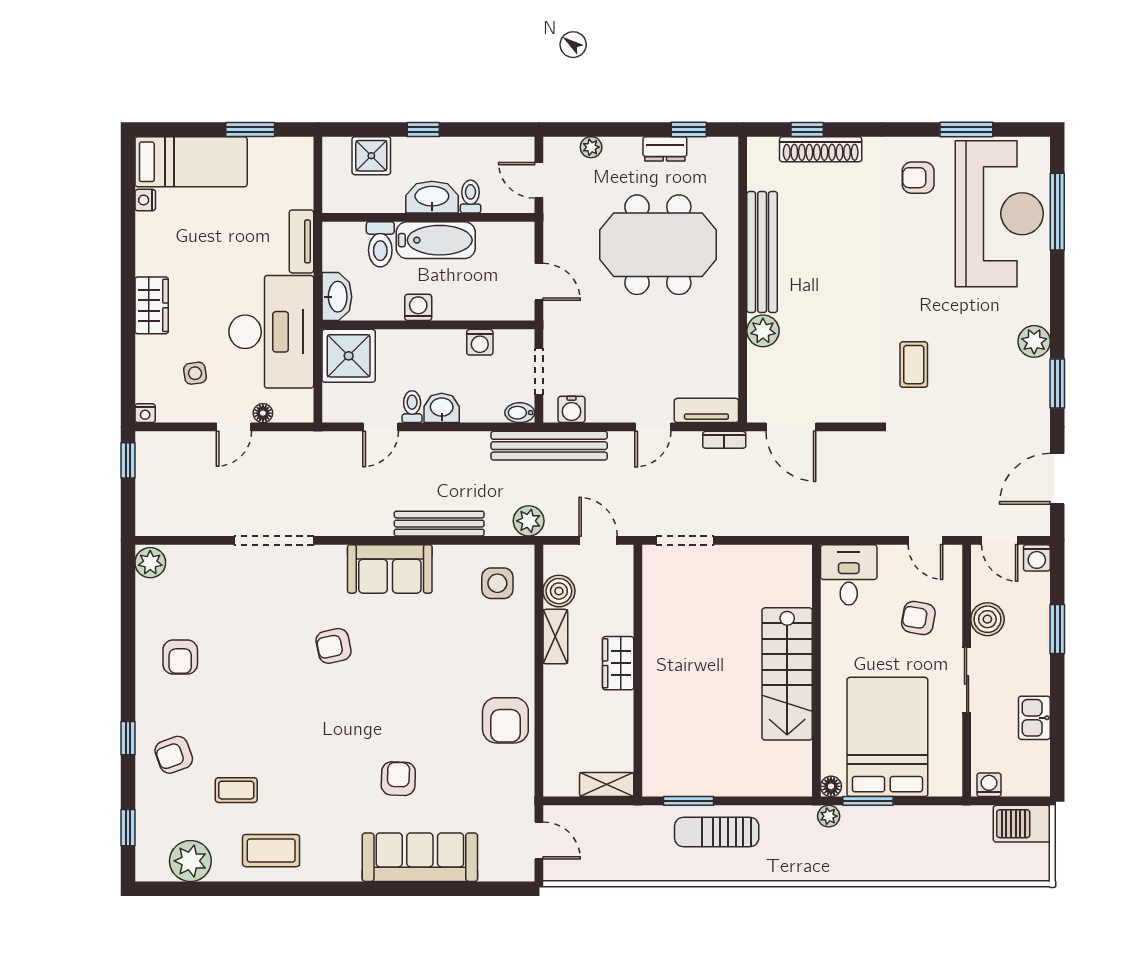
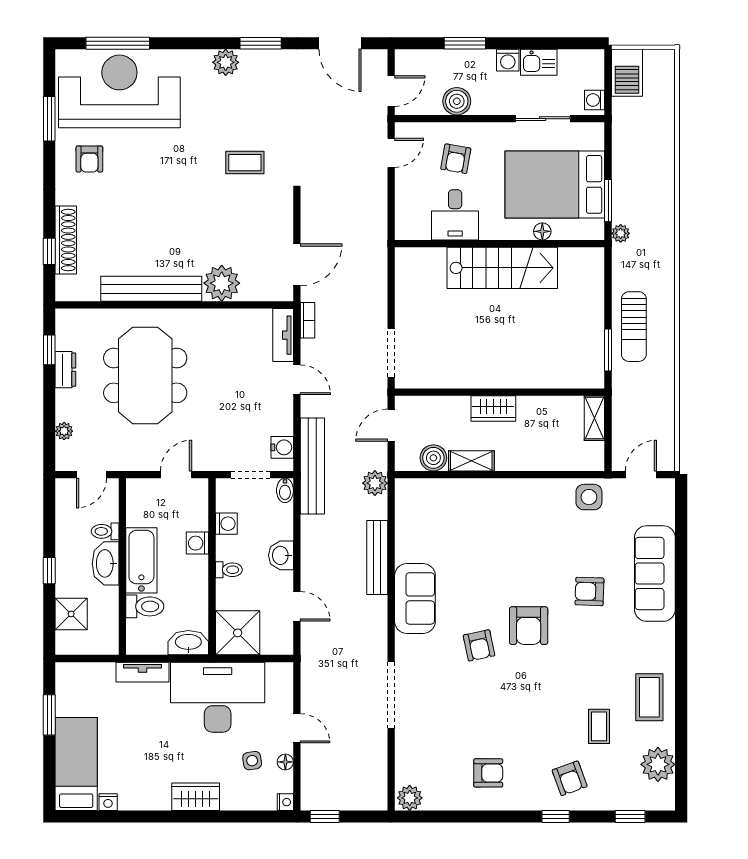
washing machine: (418, 307) -> (197, 543), moved
plant: (763, 331) -> (222, 283), width x1.36, depth x1.36
toilet: (412, 407) -> (229, 570), moved, turned 180
floor lamp: (263, 413) -> (285, 762), moved
washing machine: (1037, 558) -> (508, 60), moved, turned 90
desk: (849, 575) -> (455, 215), moved, turned -90
side table: (497, 583) -> (589, 497), moved
sliding door: (967, 680) -> (543, 119), moved
armchair: (505, 720) -> (529, 626), moved, turned 90
floor lamp: (831, 786) -> (542, 231), moved

